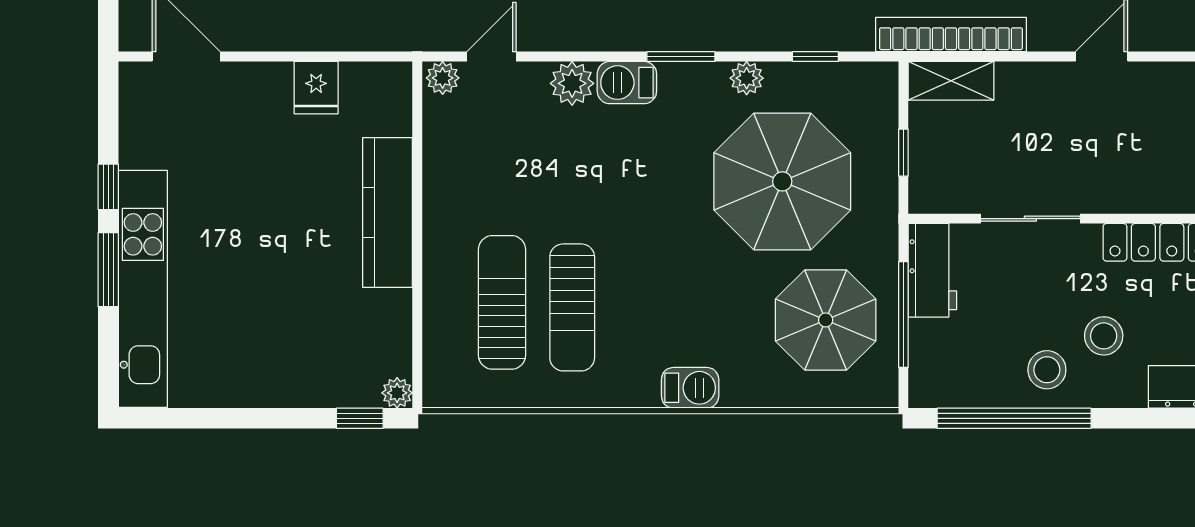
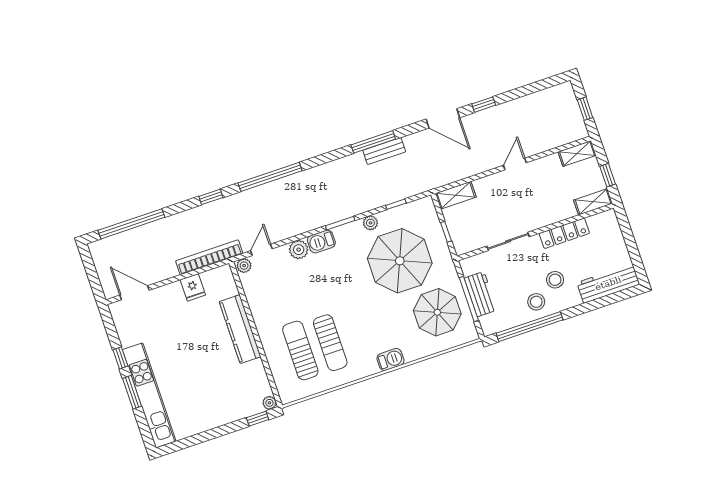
bookcase: (951, 35) -> (209, 257), moved
workbench: (932, 270) -> (481, 294), moved

